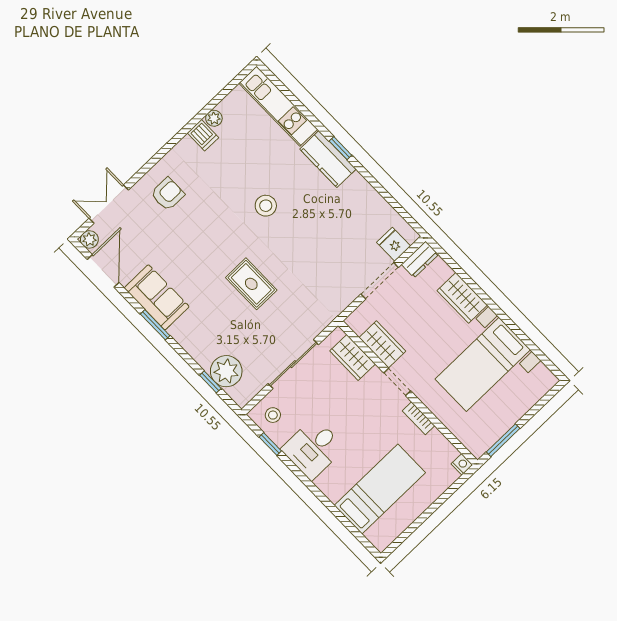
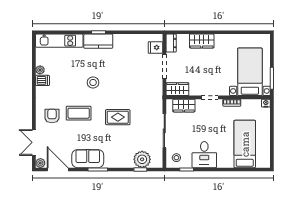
coffee table: (206, 226) -> (79, 113), added
wardrobe: (382, 344) -> (177, 89), moved
bed with nightstands: (483, 364) -> (250, 72), moved, turned 180

